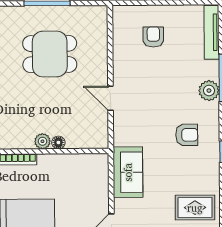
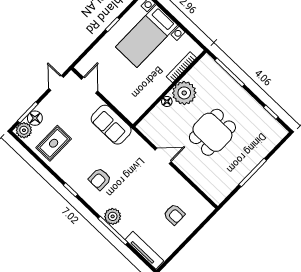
dining table: (50, 54) -> (212, 132), moved
plant: (42, 141) -> (184, 93), width x1.87, depth x1.87

